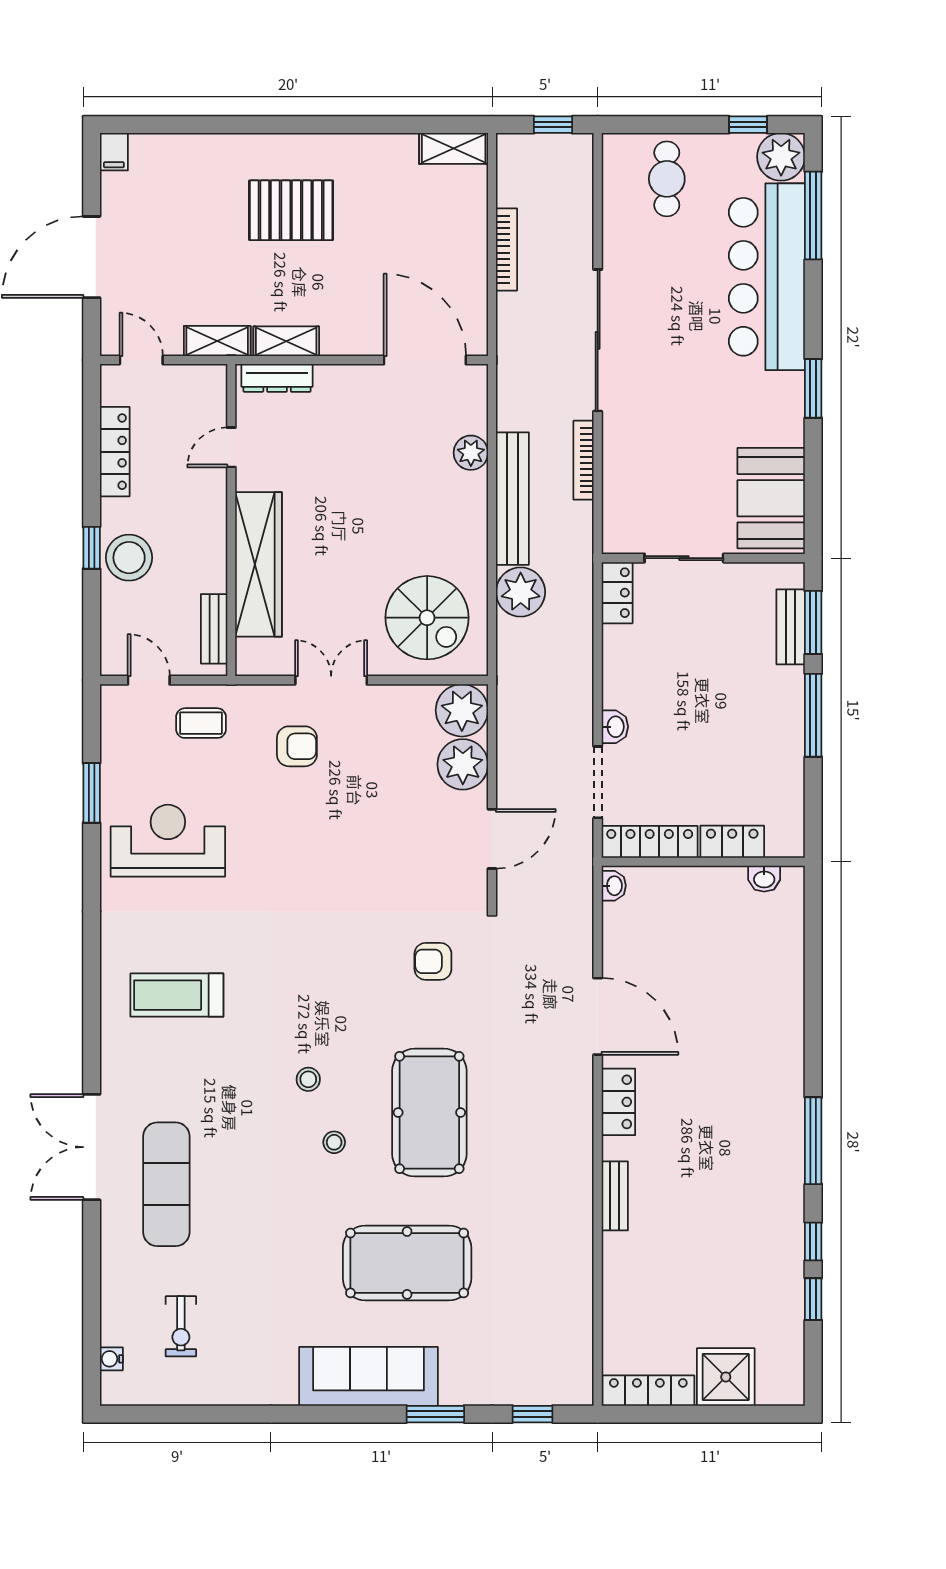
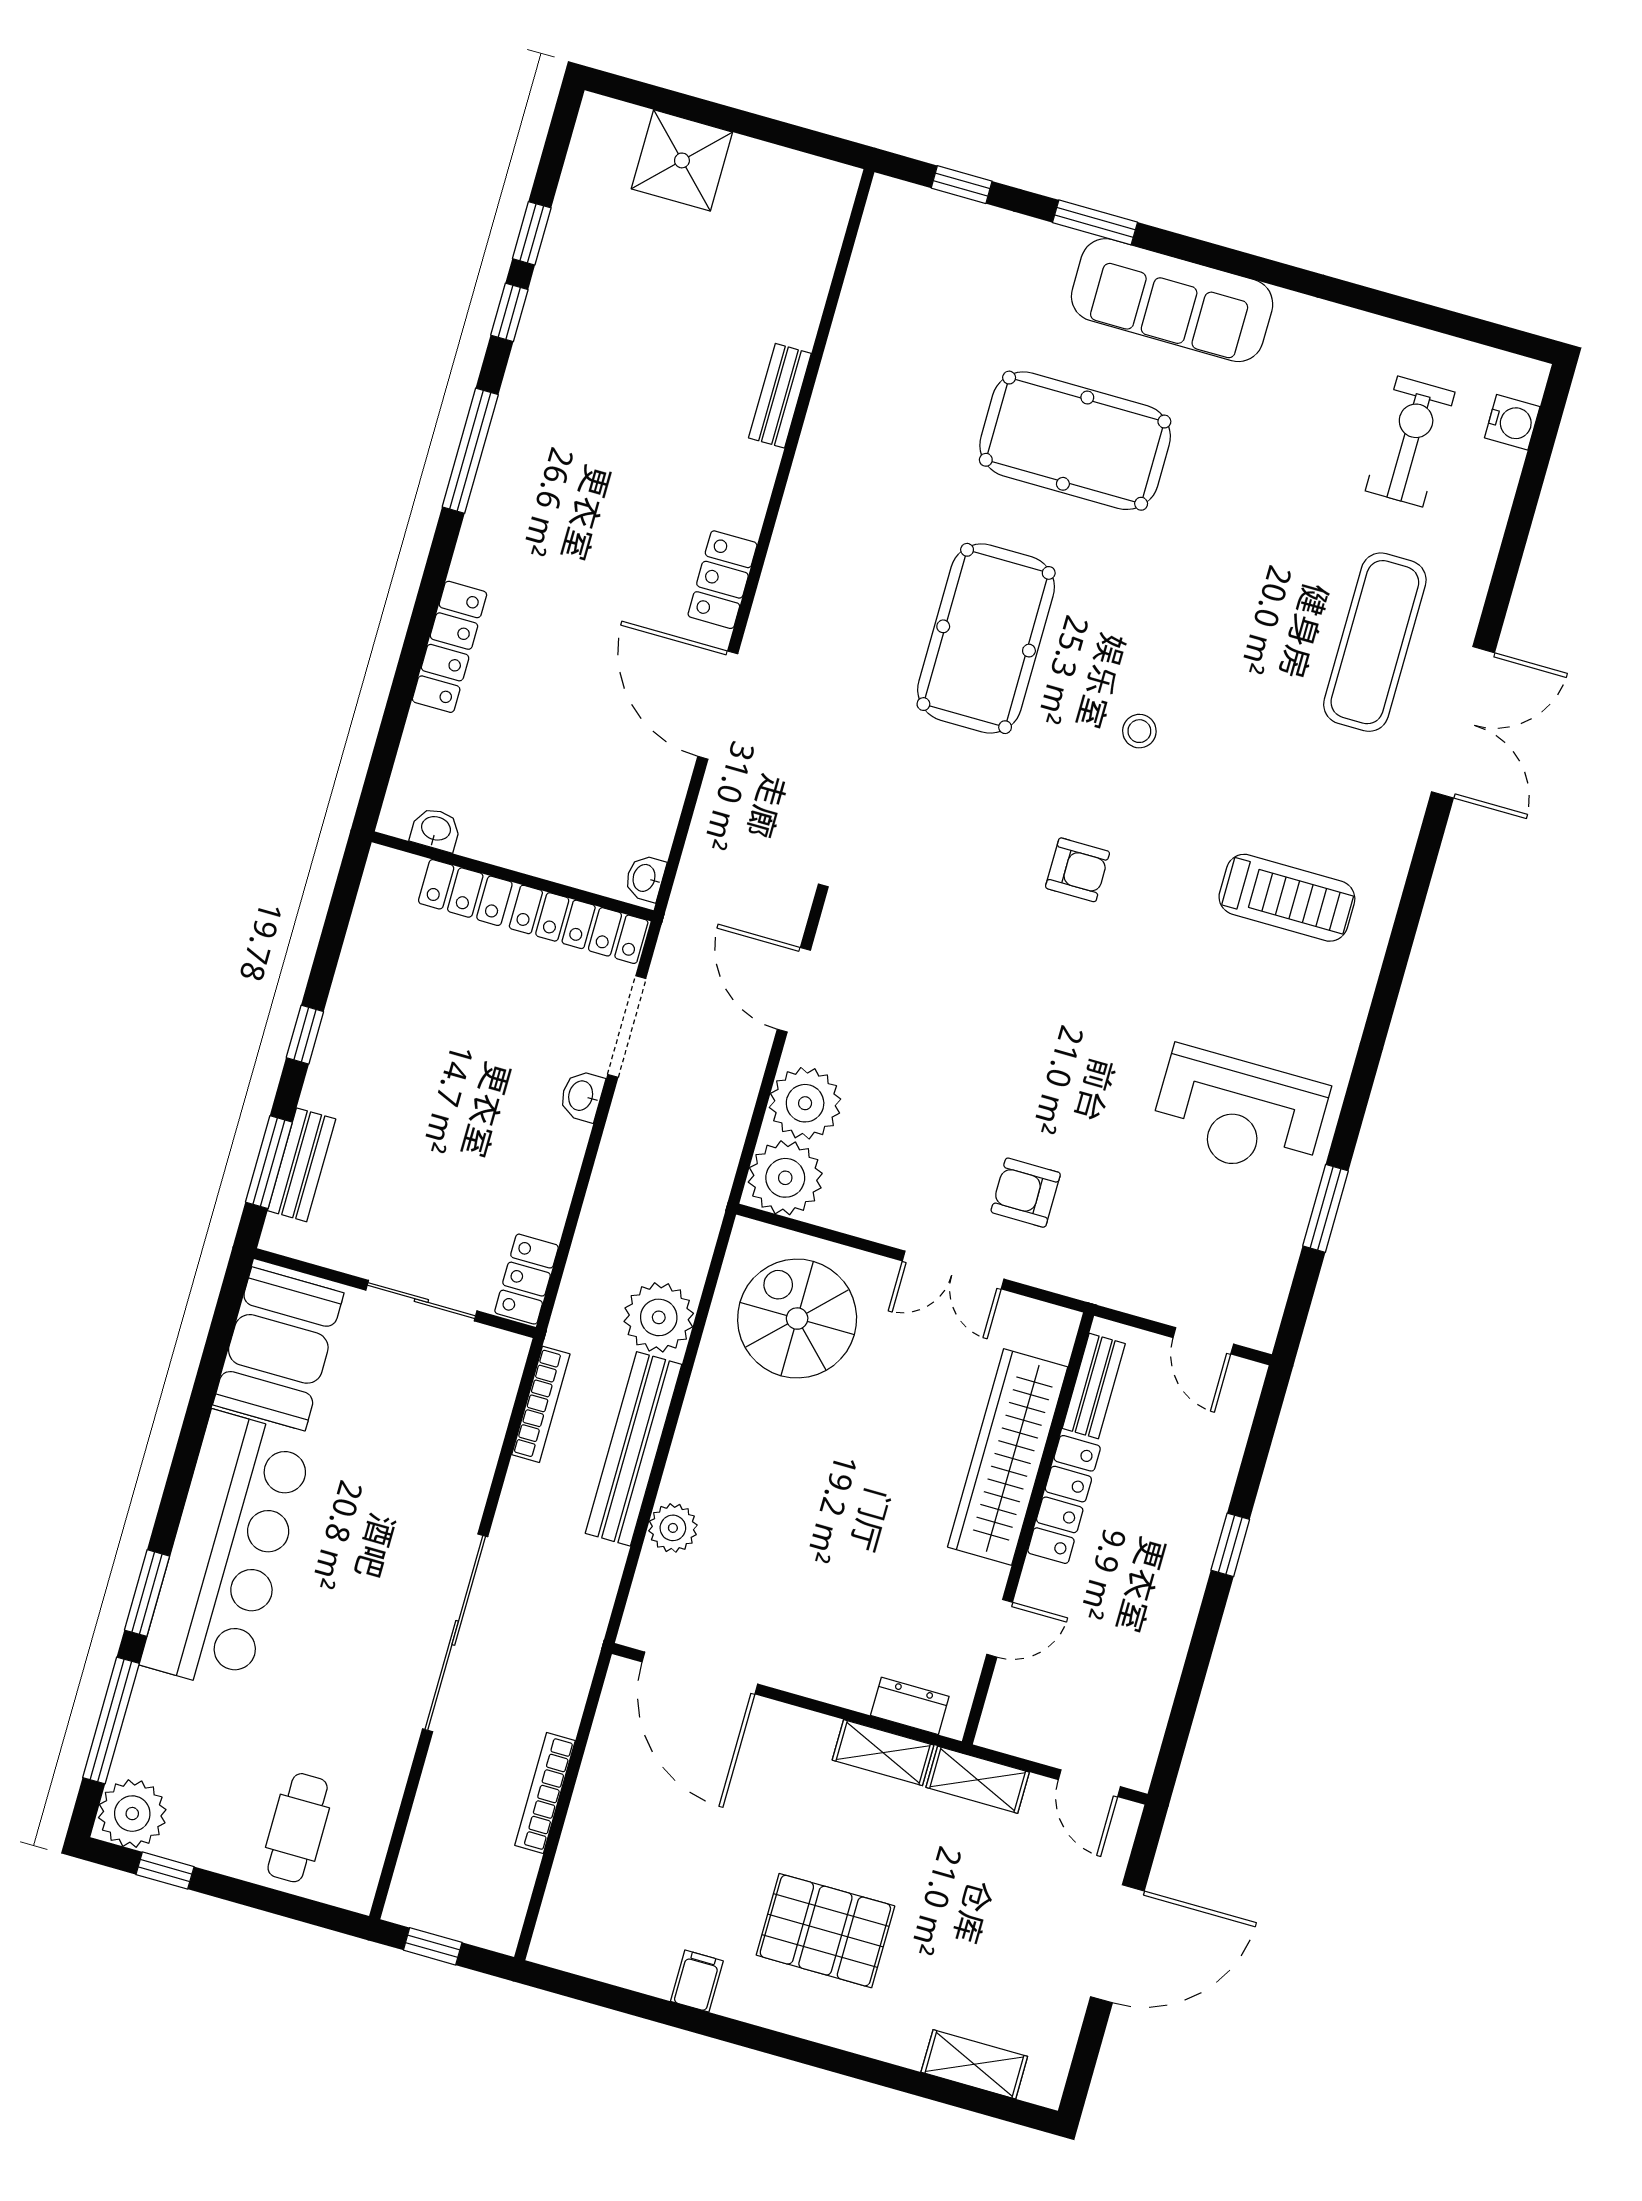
shelving: (454, 148) -> (974, 2064), moved
filing cabinet: (114, 152) -> (697, 1981), moved
bar counter: (767, 277) -> (227, 1551), moved
dresser: (277, 378) -> (910, 1706), width x0.70
window: (813, 388) -> (147, 1593), moved
locker: (115, 452) -> (1064, 1499), moved, turned 180
bookcase: (584, 460) -> (541, 1404), moved
stool: (129, 558) -> (1183, 1517), removed
window: (813, 715) -> (305, 1035), width x0.46
coffee table: (201, 723) -> (1148, 1262), removed
door: (492, 839) -> (794, 990), hinge flipped
armchair: (433, 961) -> (1077, 870), moved
stool: (334, 1142) -> (1128, 635), removed
bench: (615, 1196) -> (780, 396), moved
exercise bike: (181, 1326) -> (1410, 442), width x1.38, depth x1.39
water cooler: (111, 1359) -> (1512, 422), width x1.38, depth x1.38
locker: (648, 1391) -> (450, 647), moved, turned -90

